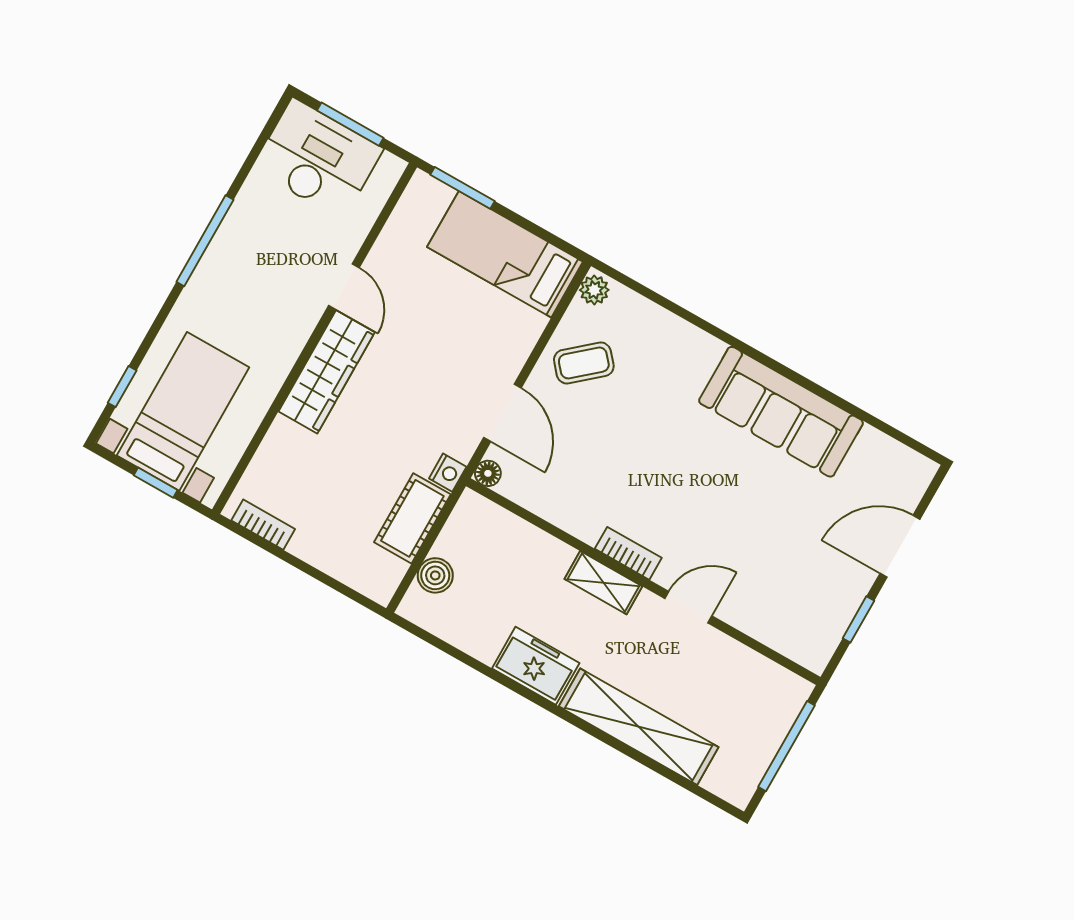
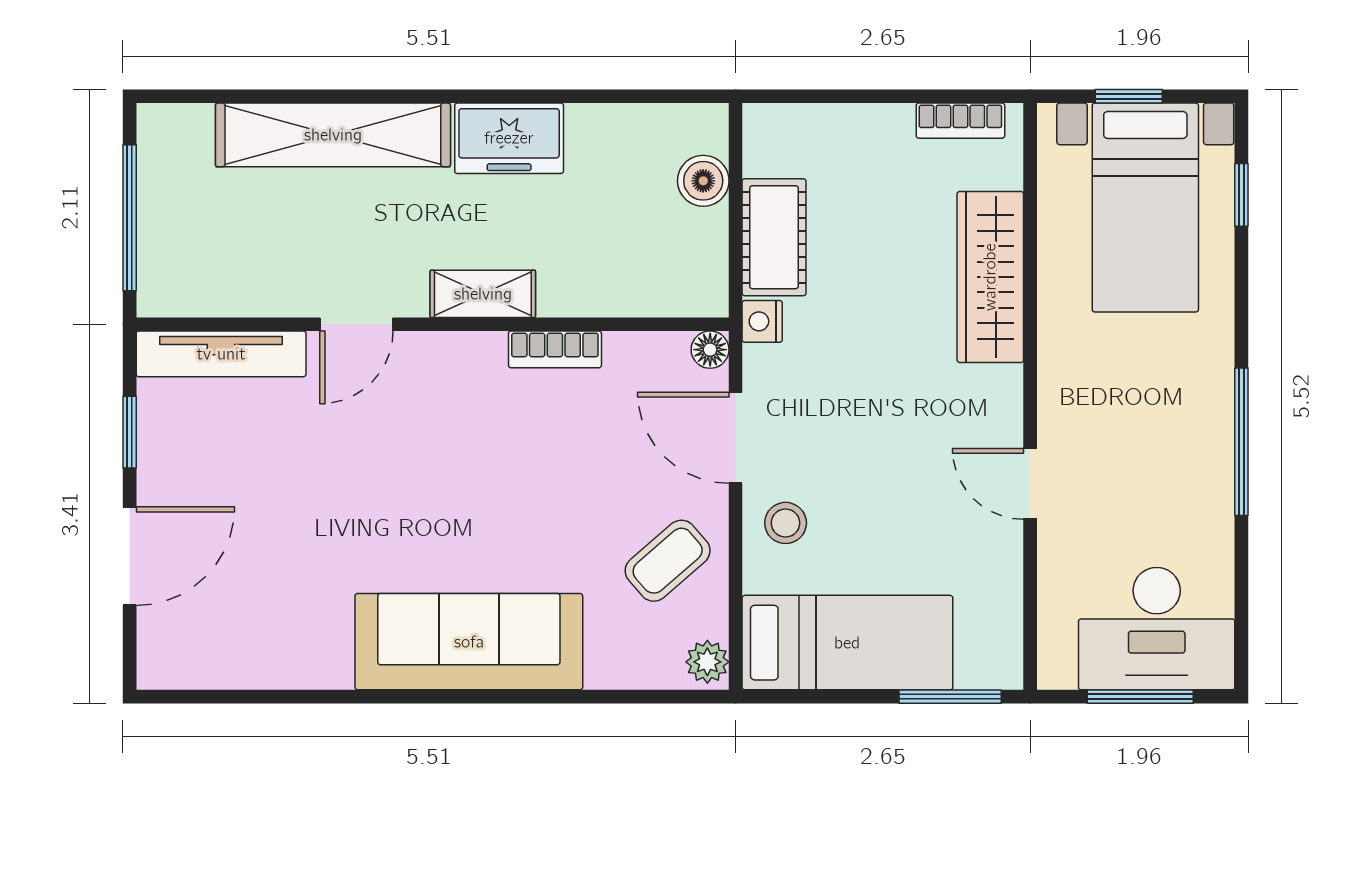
stool: (501, 346) -> (786, 523), added
wardrobe: (327, 372) -> (990, 277), moved
sofa: (781, 412) -> (469, 642), moved
bookcase: (628, 553) -> (555, 349), moved
tv unit: (778, 635) -> (221, 354), added

